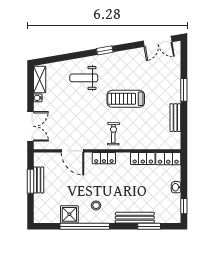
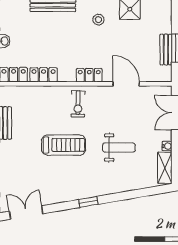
weight bench: (84, 78) -> (119, 148), moved

